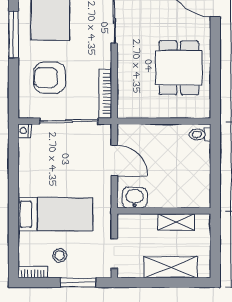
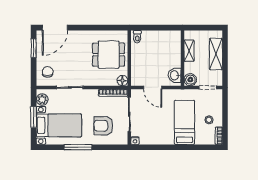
dining table: (179, 68) -> (109, 55), moved
armchair: (50, 78) -> (103, 126), turned 90
floor lamp: (126, 110) -> (122, 81), added
door: (114, 161) -> (153, 87), swing flipped
boiler: (127, 224) -> (190, 80), added
window: (78, 283) -> (225, 109), removed

